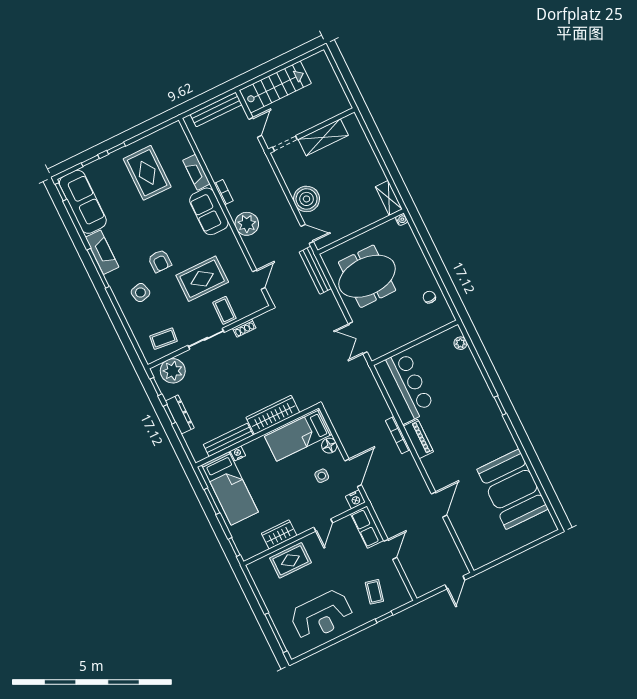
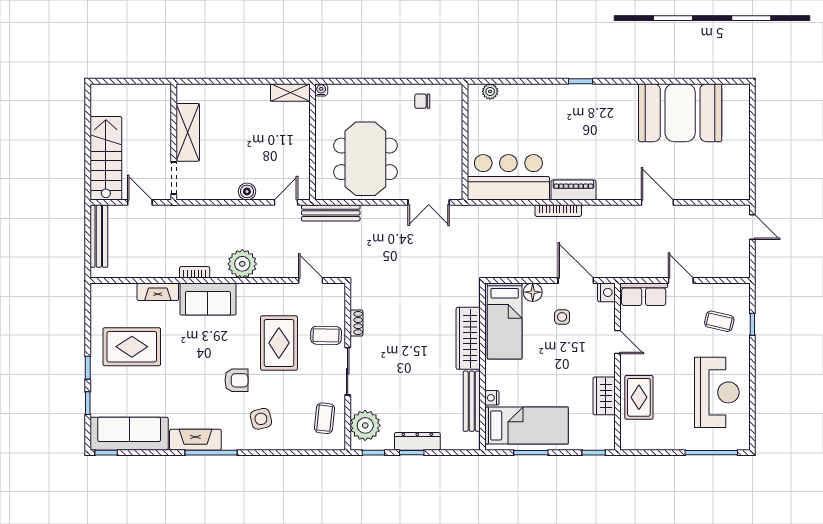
boiler: (307, 199) -> (247, 191), width x0.54, depth x0.54

